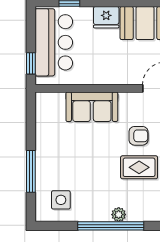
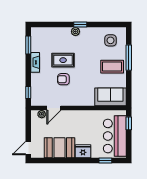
sofa: (92, 107) -> (110, 97), moved
coffee table: (58, 157) -> (112, 67), added
window: (111, 226) -> (80, 25), width x0.32

